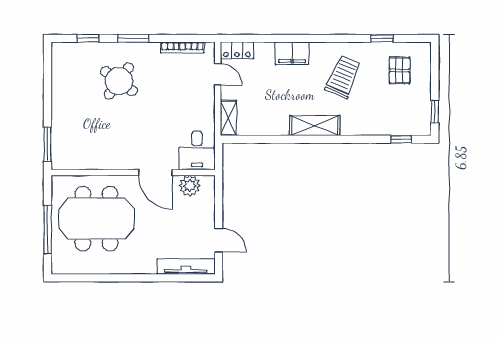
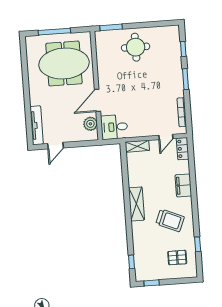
round table: (119, 81) -> (136, 47), moved, turned -36
meeting table: (96, 219) -> (64, 63), turned 90

